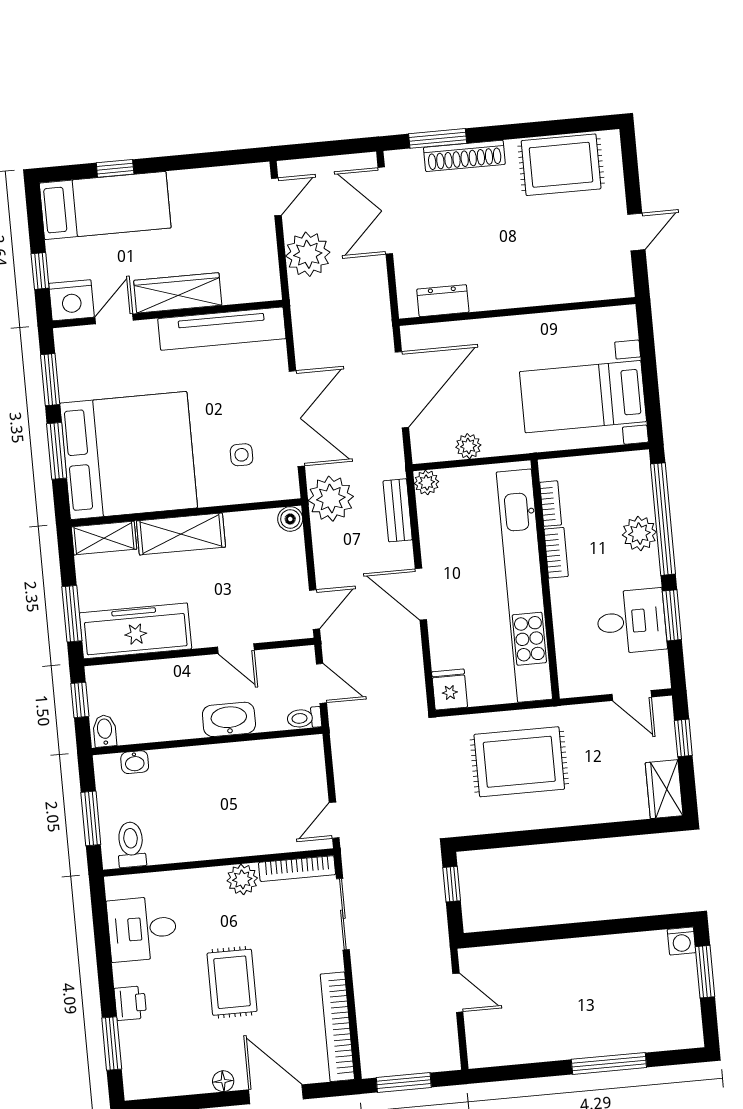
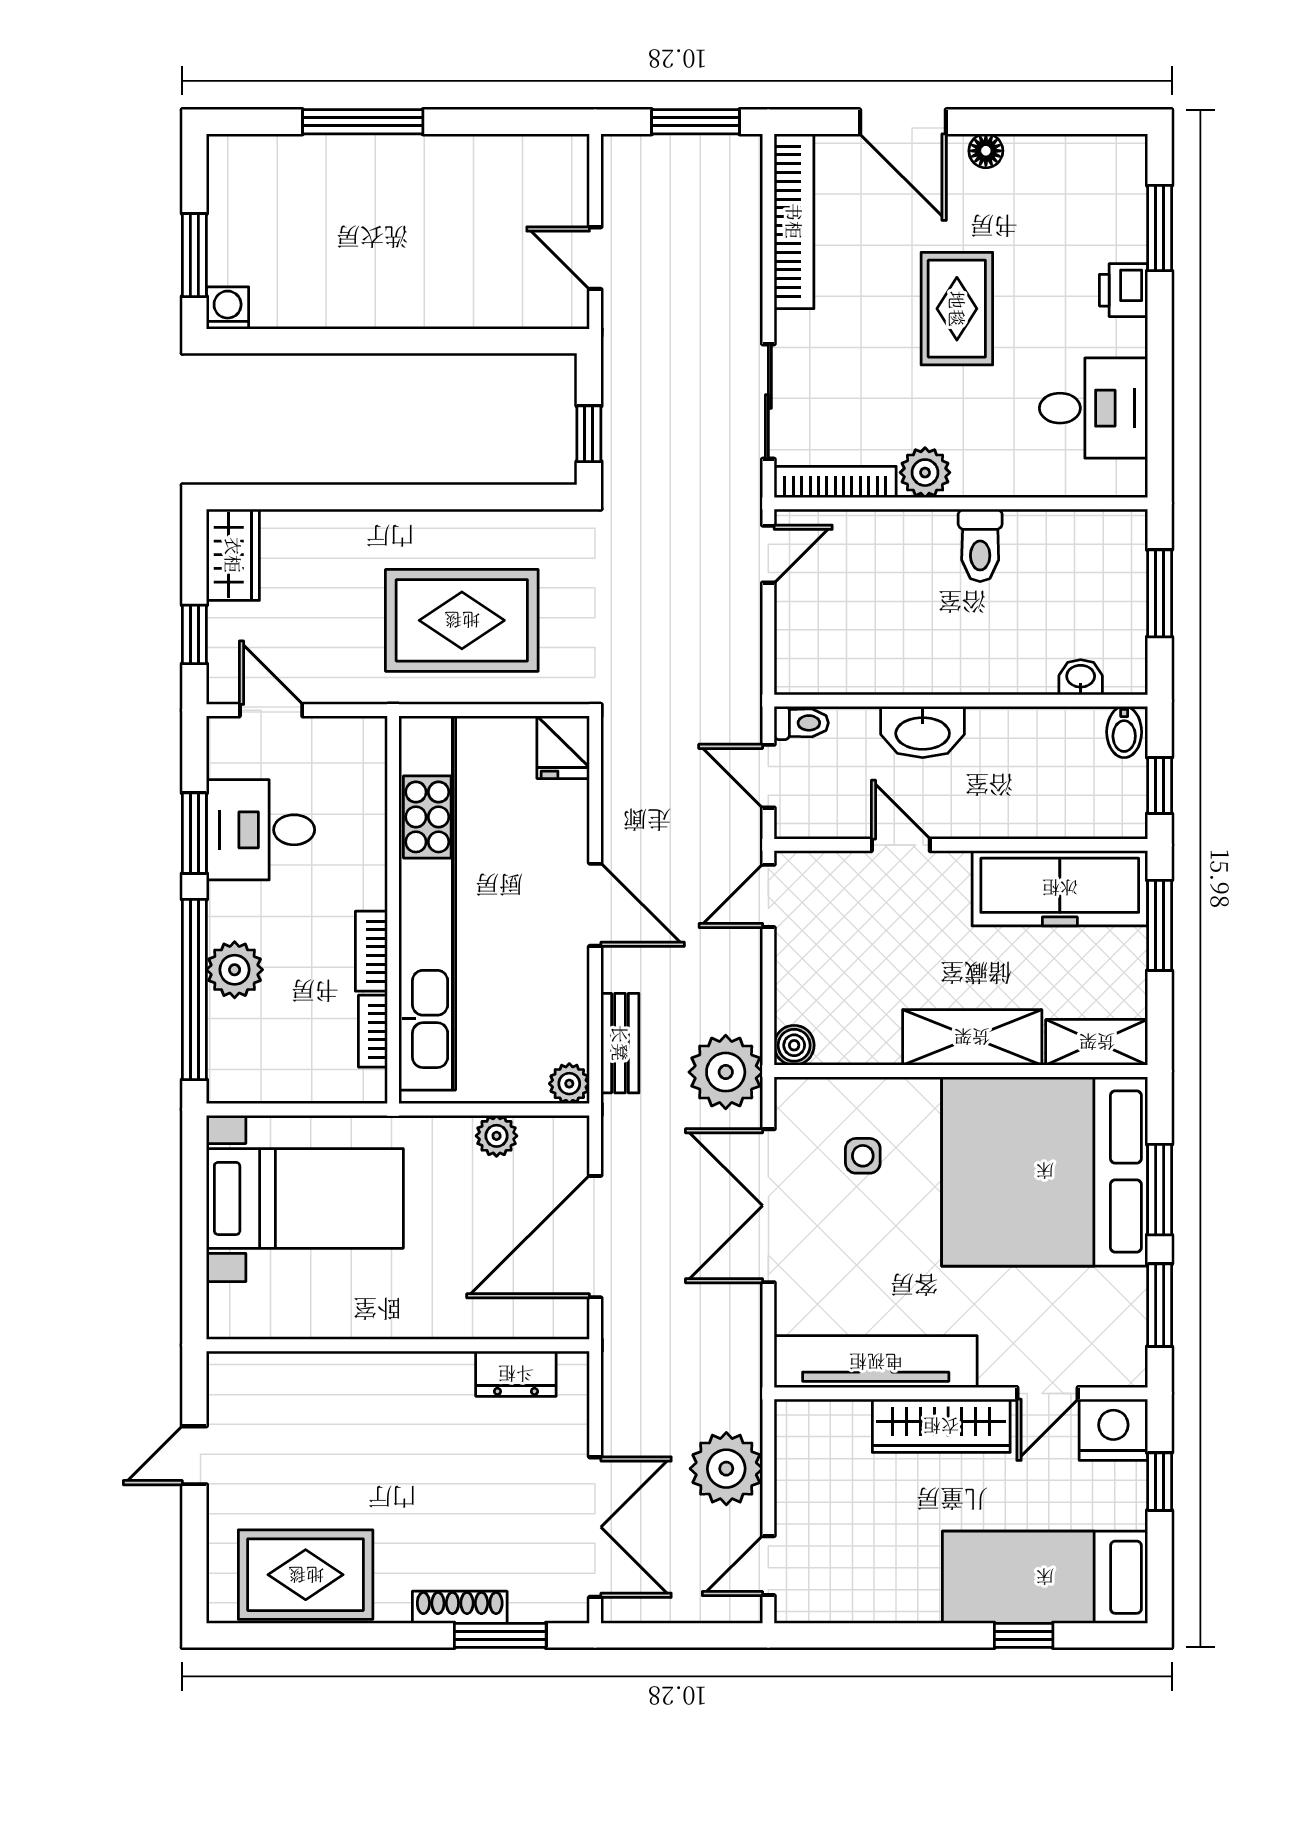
shoe rack: (464, 156) -> (460, 1607), width x0.74, depth x0.81
toilet: (131, 844) -> (980, 545), moved

